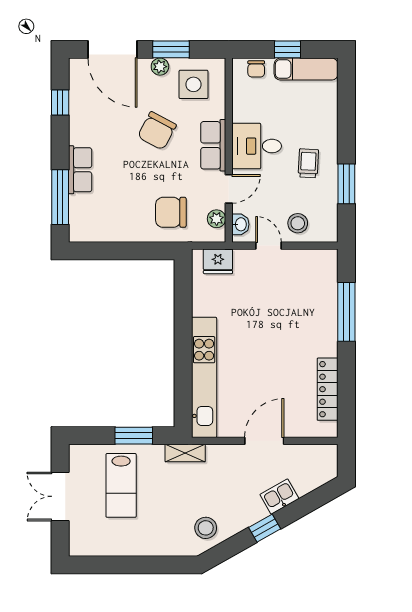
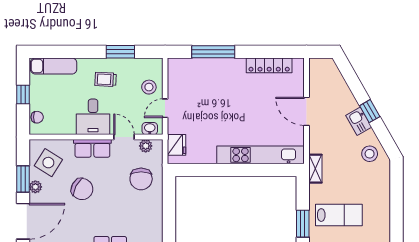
exam couch: (306, 69) -> (54, 66), moved, turned 90
side table: (193, 84) -> (48, 163), turned 32
window: (134, 436) -> (303, 224), moved
kitchen sink: (279, 497) -> (359, 121), moved

